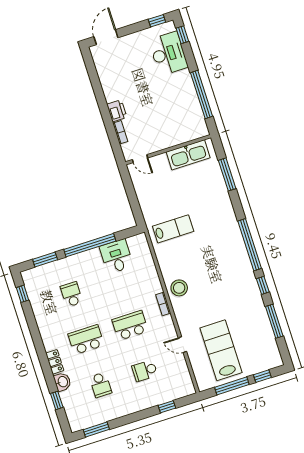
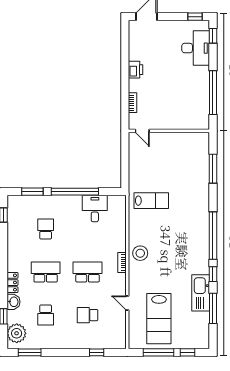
printer: (117, 111) -> (135, 70), moved
kitchen sink: (188, 155) -> (201, 293), moved, turned 90
lab bench: (221, 350) -> (159, 319), turned 180
plant: (76, 414) -> (17, 333), added

